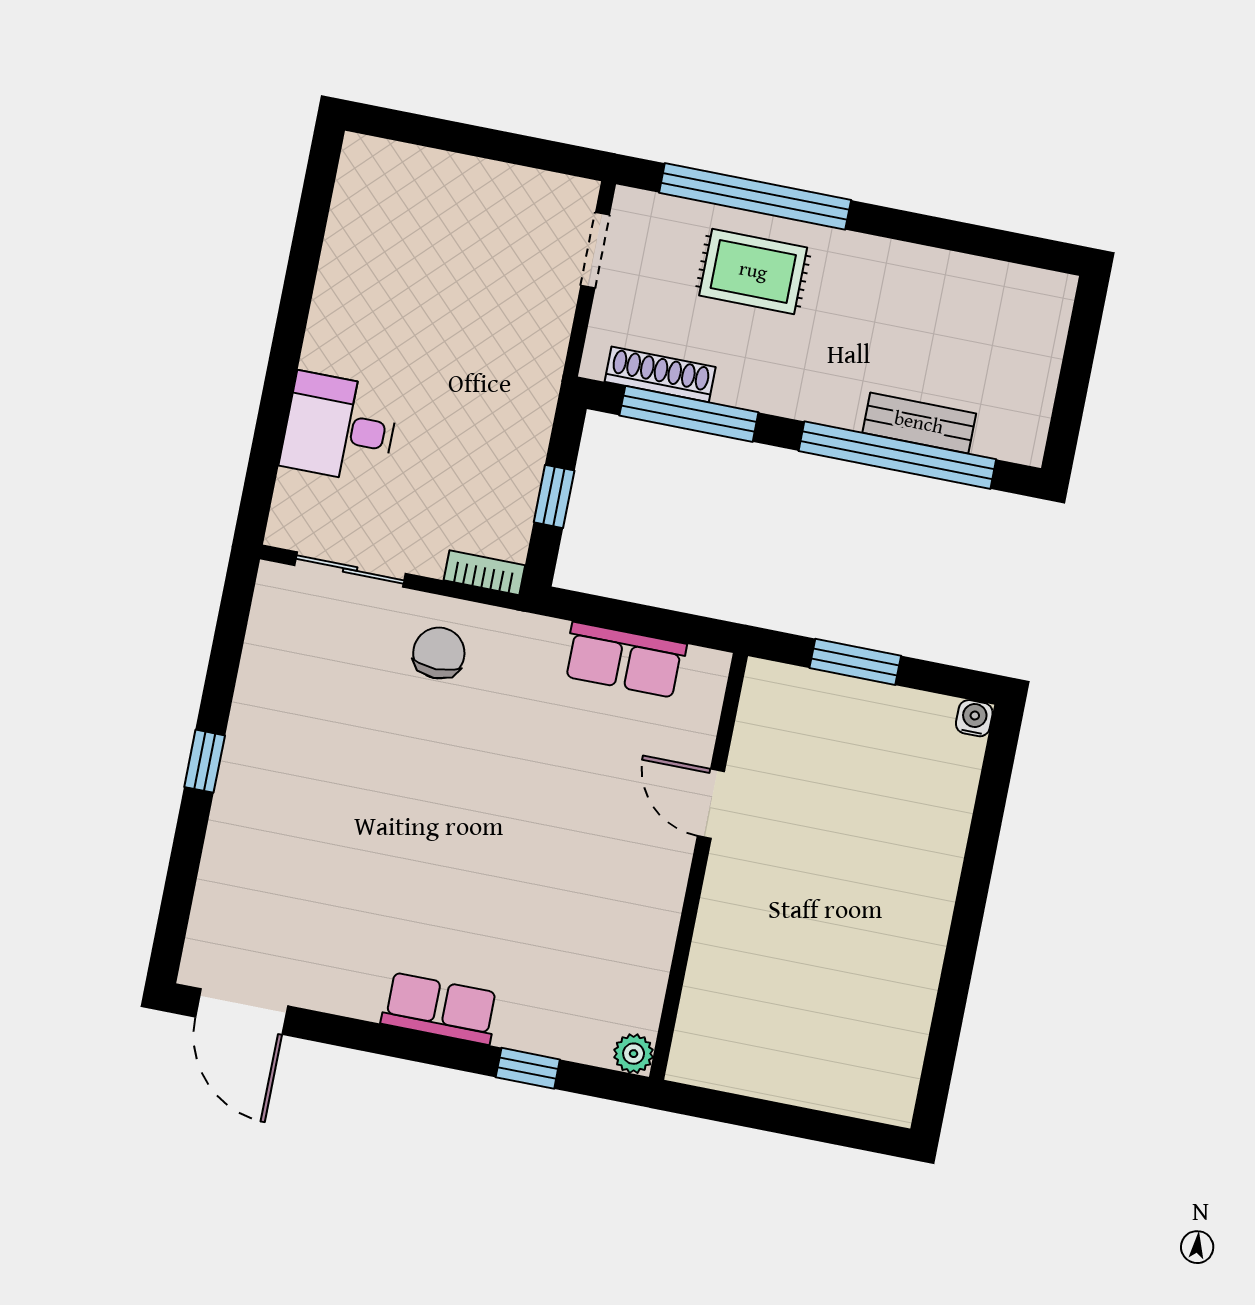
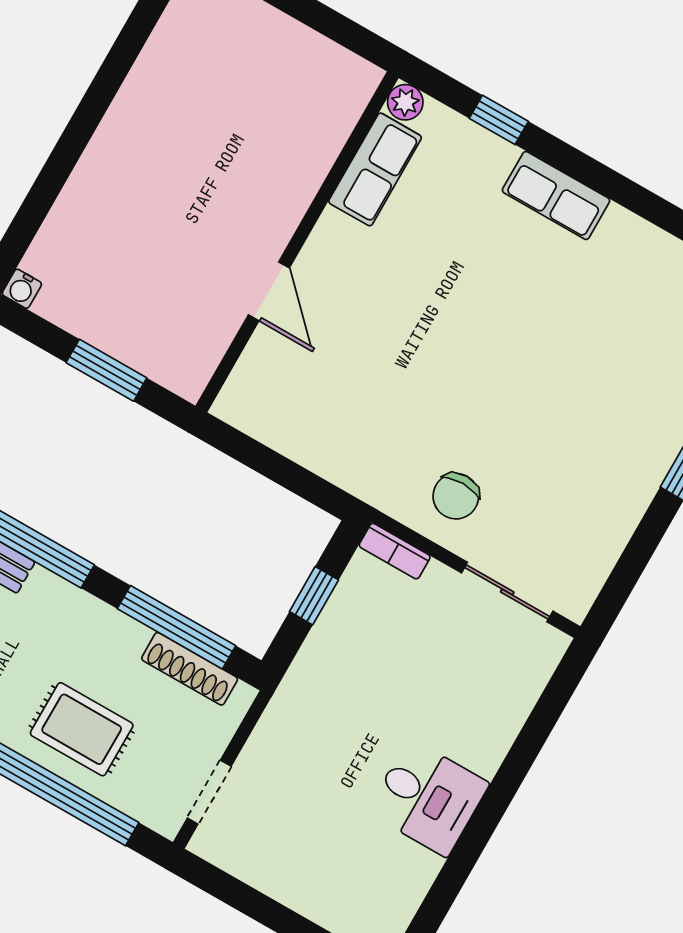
desk: (340, 428) -> (428, 798), moved
row of seats: (624, 660) -> (375, 169), moved, turned 90

